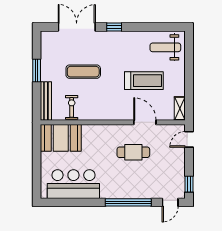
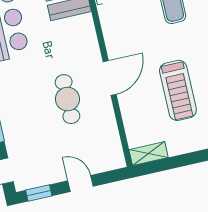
door: (145, 122) -> (110, 78), moved
door: (189, 139) -> (81, 184), moved

